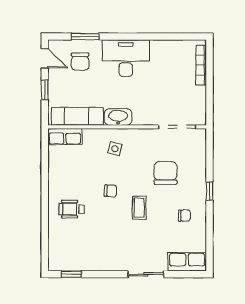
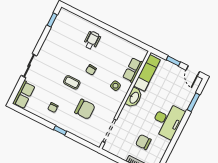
door: (45, 58) -> (193, 71), hinge flipped
chair: (80, 62) -> (143, 142), moved
row of seats: (65, 137) -> (133, 70), moved

